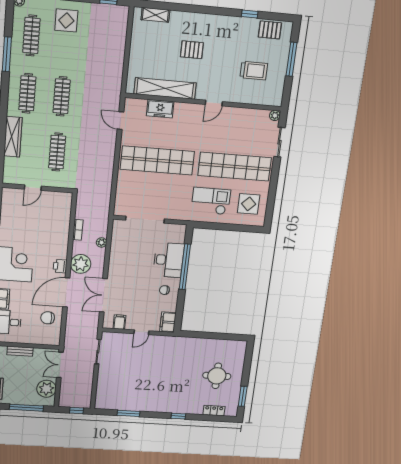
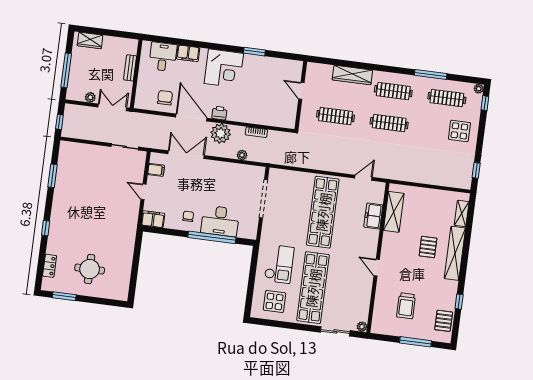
shelving: (198, 20) -> (455, 253), added
shelving: (165, 88) -> (394, 212), width x0.68
plant: (46, 389) -> (90, 97), width x0.53, depth x0.53

